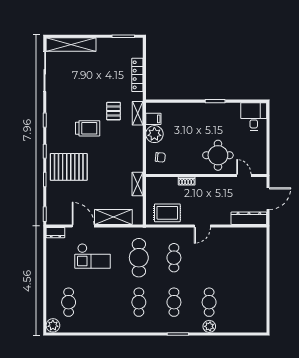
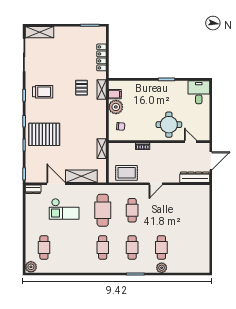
shelving: (71, 45) -> (39, 32), width x0.68
trolley: (88, 128) -> (43, 92), moved

